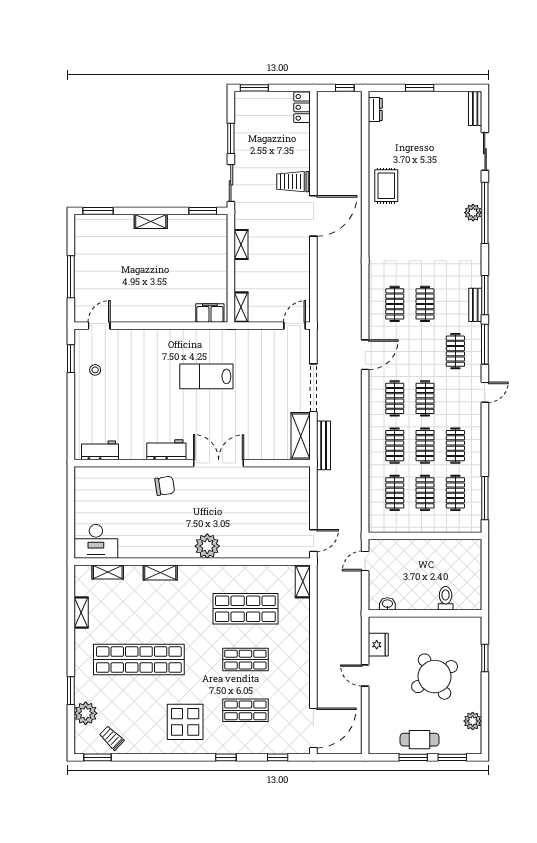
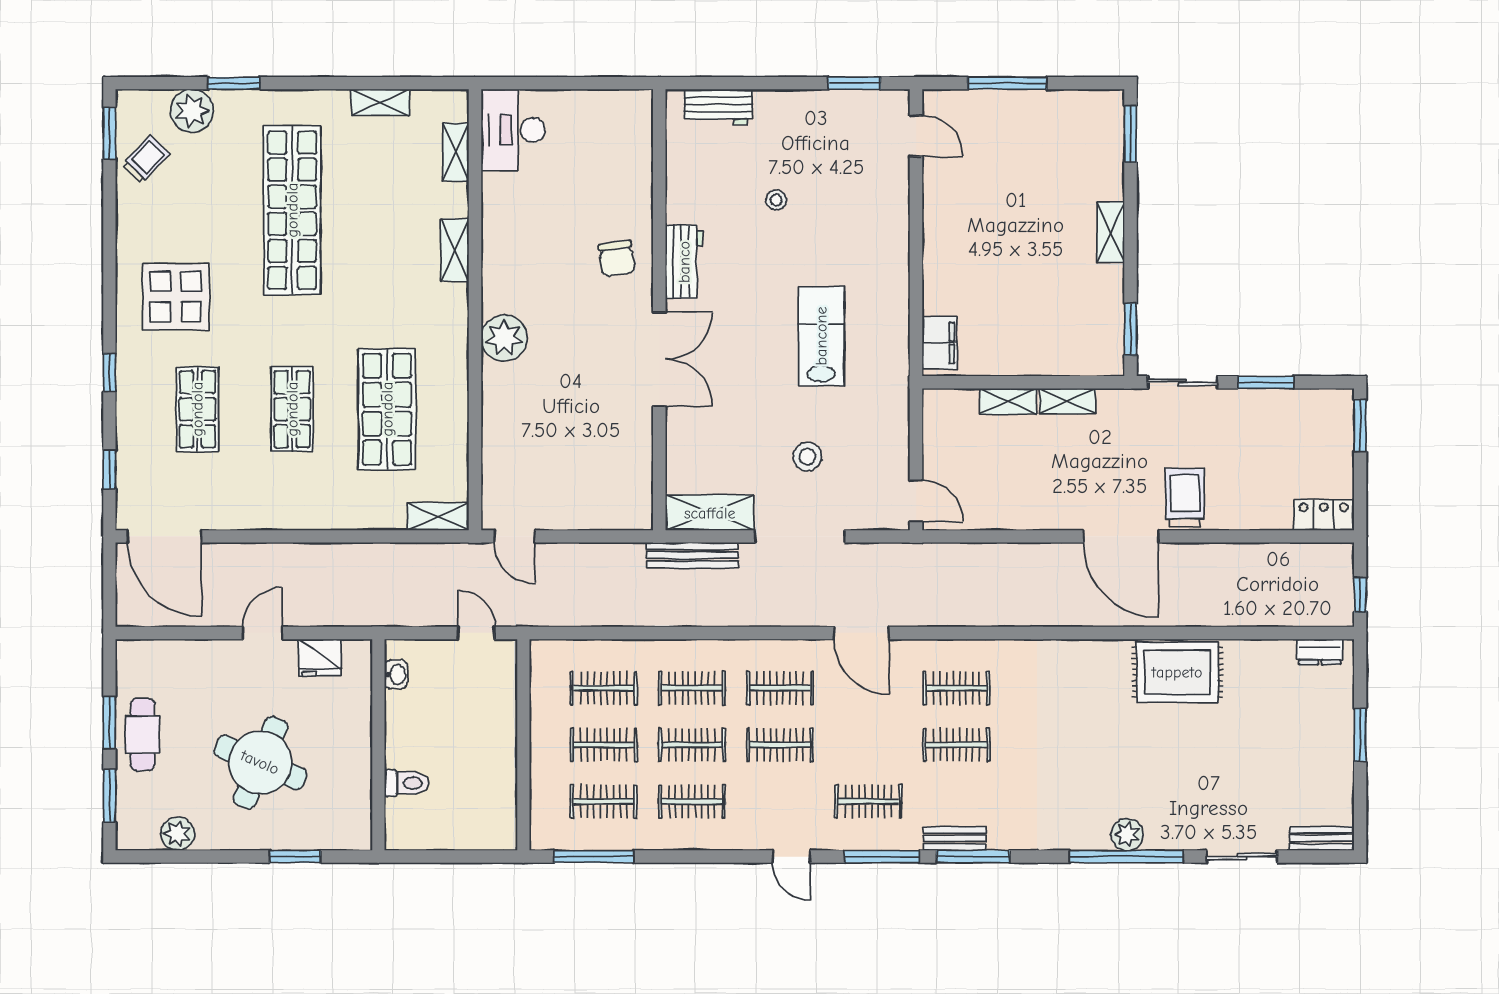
rug: (386, 186) -> (1177, 672), width x1.36, depth x1.43
shelving: (241, 307) -> (1008, 401), moved
stool: (95, 370) -> (776, 200), moved
stool: (271, 384) -> (807, 457), added
workbench: (100, 450) -> (718, 107), moved, turned 90
round table: (435, 677) -> (260, 762), turned -36

